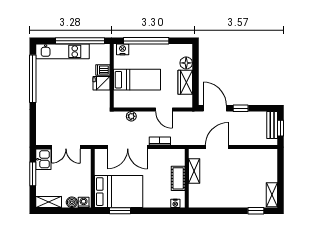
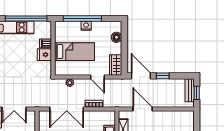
nightstand: (123, 49) -> (86, 26), moved
wardrobe: (185, 82) -> (116, 65), moved
door: (217, 147) -> (143, 109), hinge flipped

